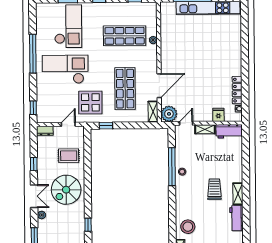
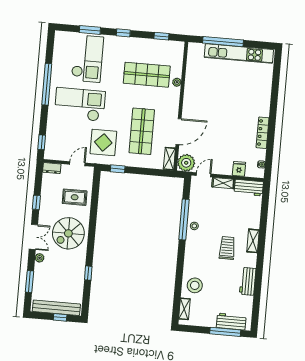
locker: (237, 90) -> (263, 133), moved
shelving: (238, 194) -> (253, 241), moved

